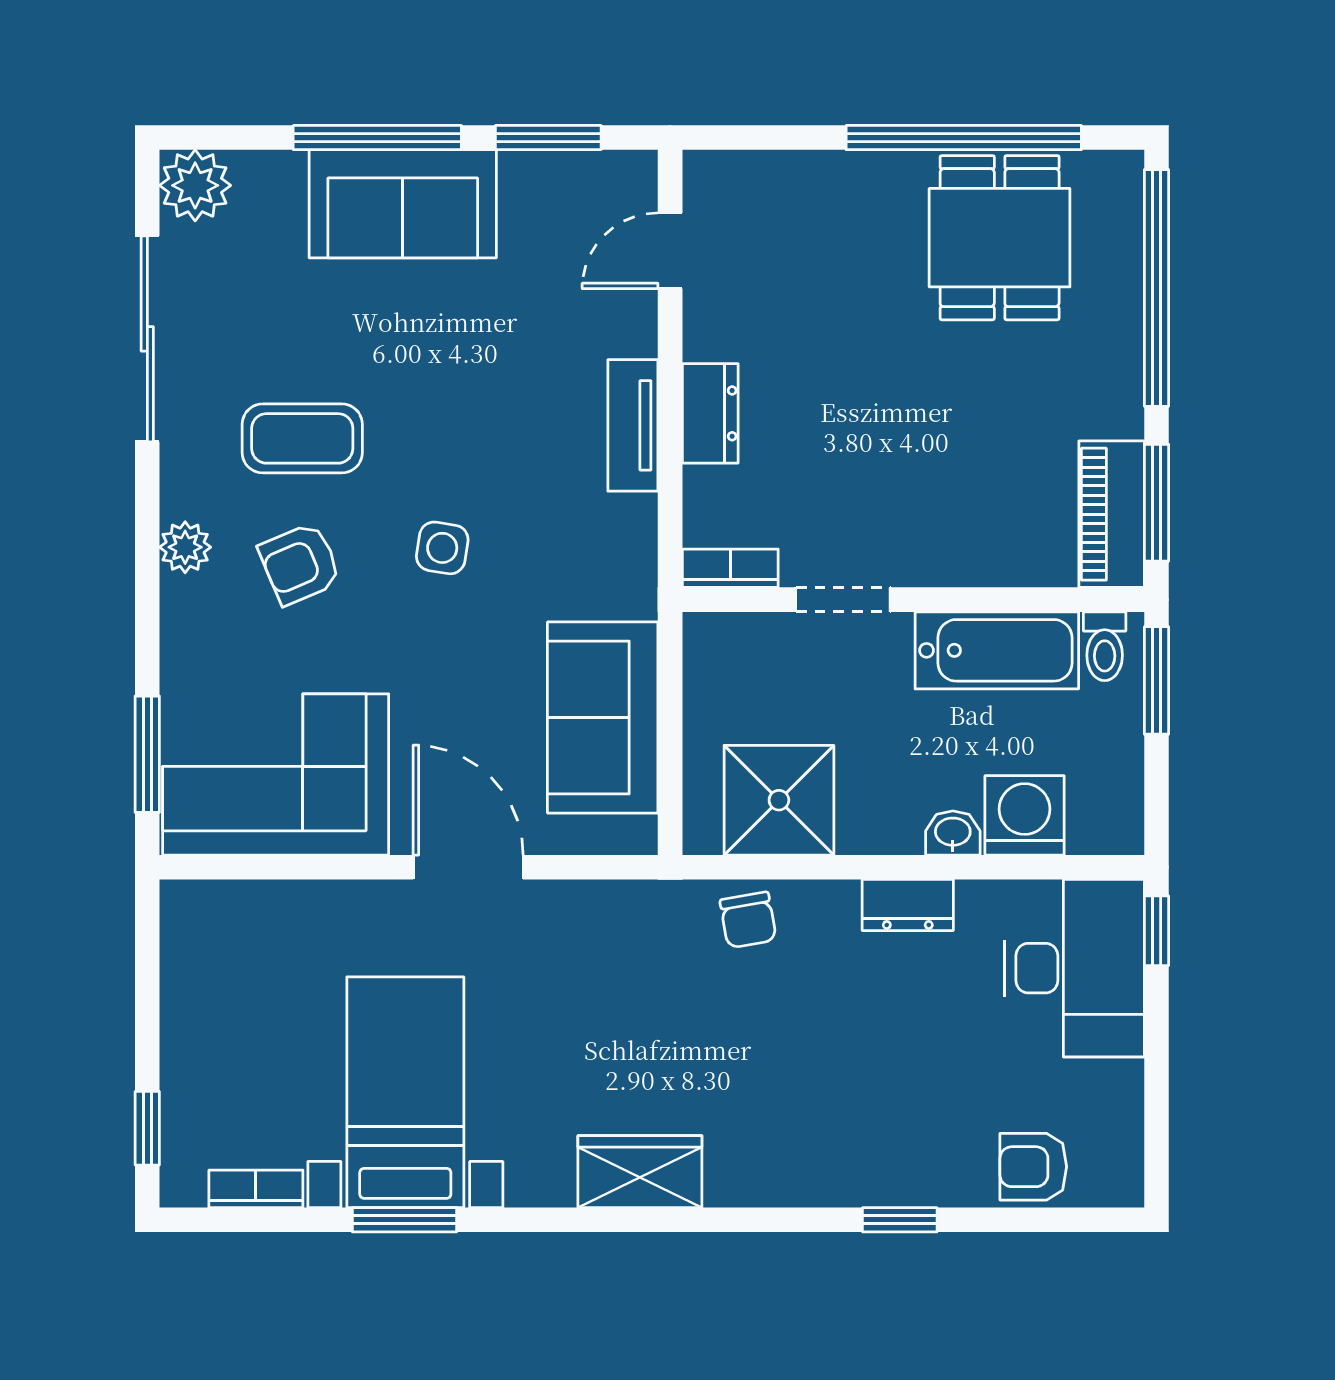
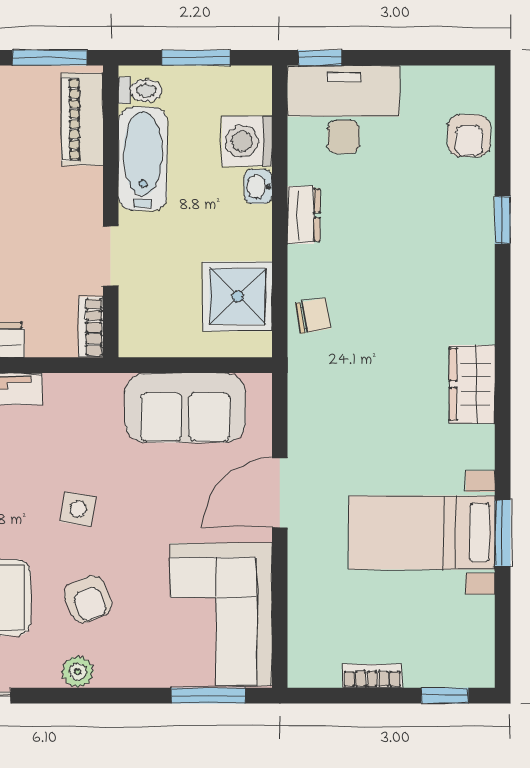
piano: (1112, 514) -> (82, 119), moved, turned 90
window: (1157, 680) -> (196, 58), moved
bookcase: (256, 1189) -> (372, 676), moved, turned 90

